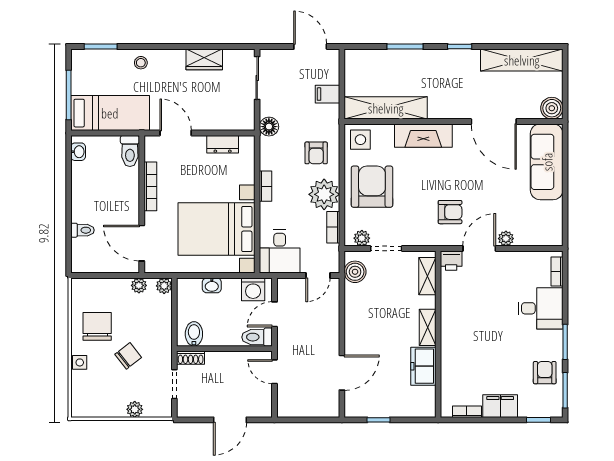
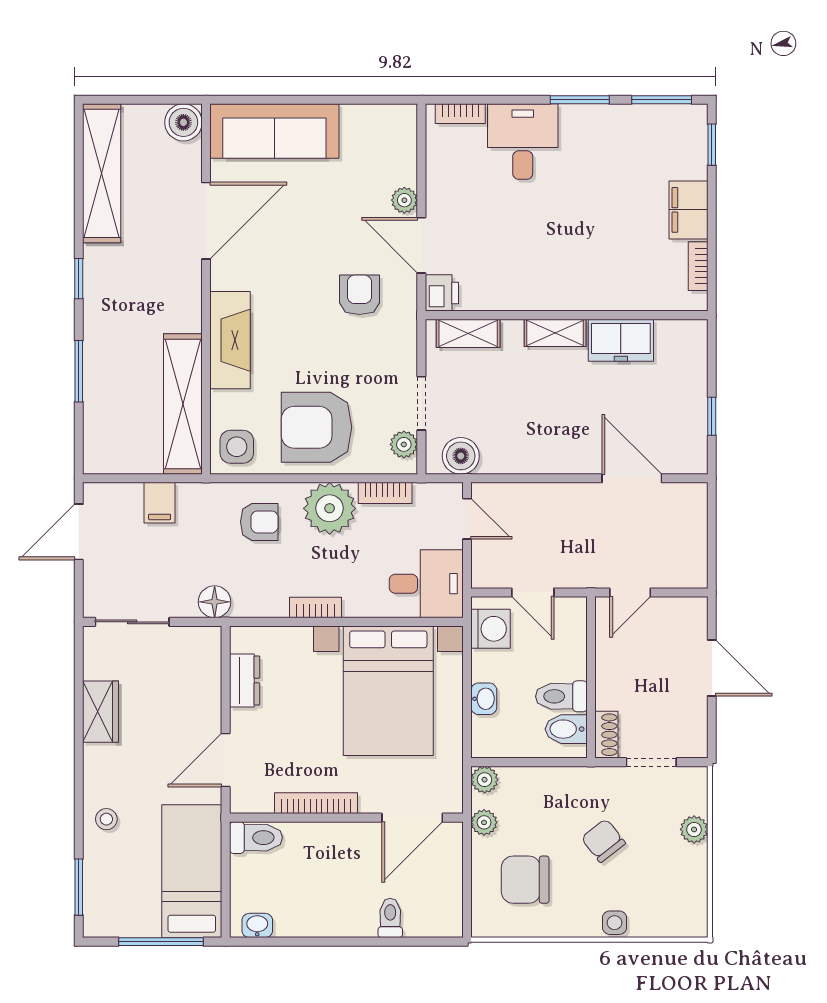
chair: (97, 326) -> (525, 880), moved
toilet: (257, 337) -> (561, 696), moved, turned 90
armchair: (545, 373) -> (632, 134), removed

